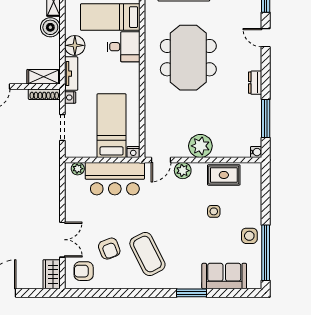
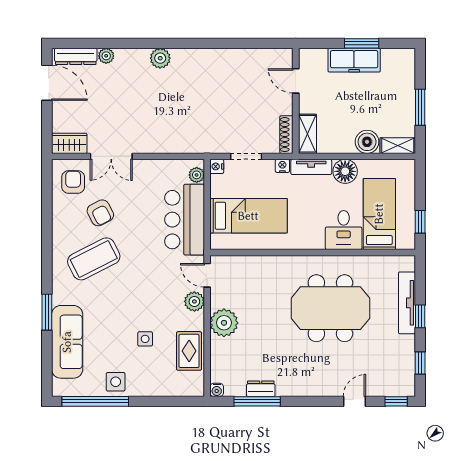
dresser: (255, 83) -> (261, 389), moved
nightstand: (133, 152) -> (217, 166), moved
armchair: (109, 249) -> (100, 213), turned -97
sofa: (224, 276) -> (67, 342), width x1.36

